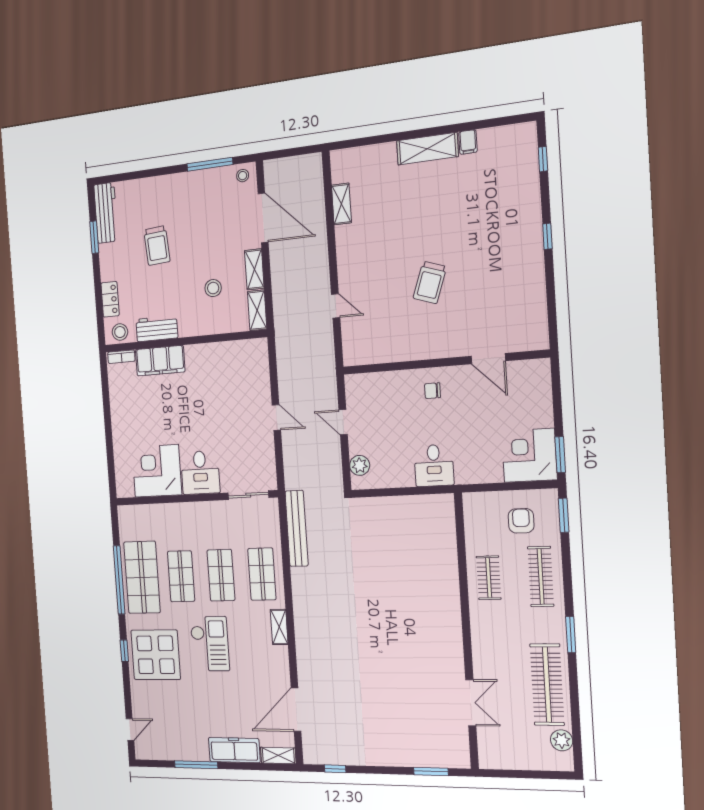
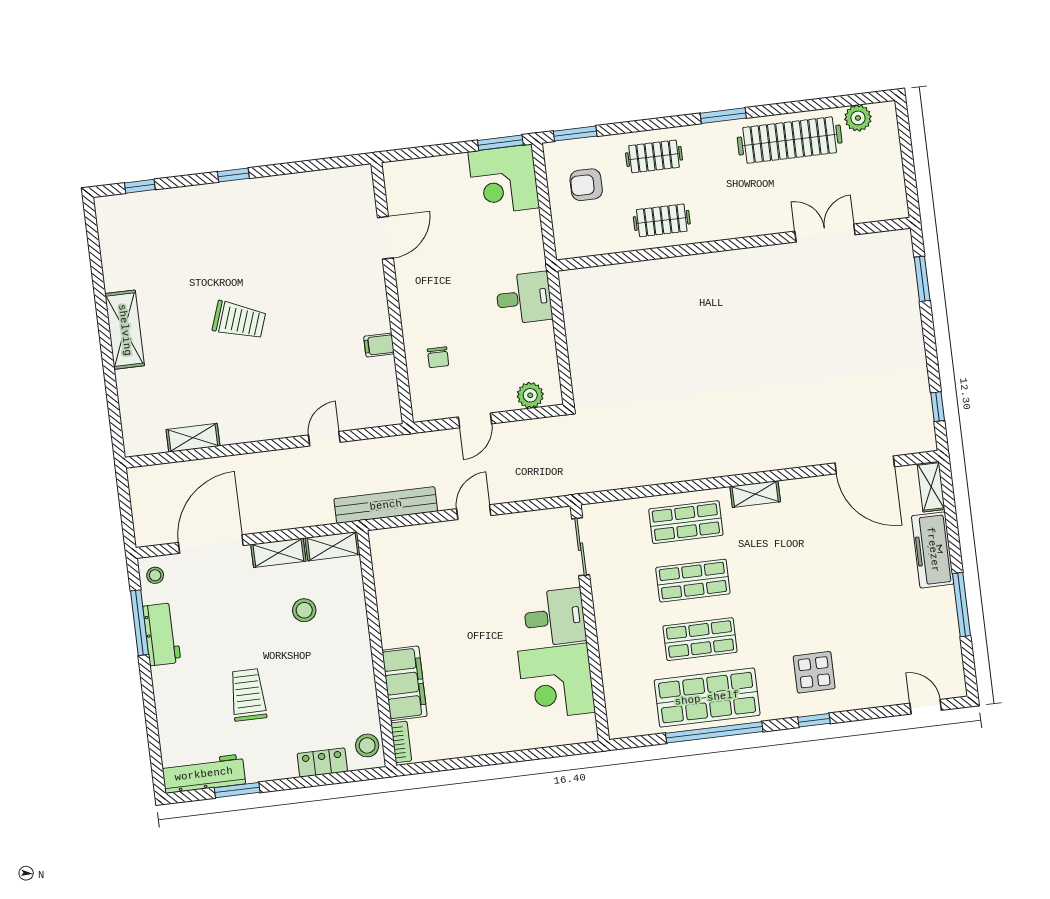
filing cabinet: (468, 142) -> (379, 345), moved, turned 180
trolley: (157, 246) -> (248, 695), turned -86
trolley: (430, 282) -> (239, 320), moved
workbench: (157, 329) -> (162, 634), moved, turned 180
chair: (432, 391) -> (438, 357), moved
bench: (297, 528) -> (386, 505), moved
clothes rail: (541, 576) -> (654, 156), width x0.73
checkout: (210, 644) -> (789, 593), removed
display table: (156, 655) -> (814, 672), width x0.54, depth x0.54

